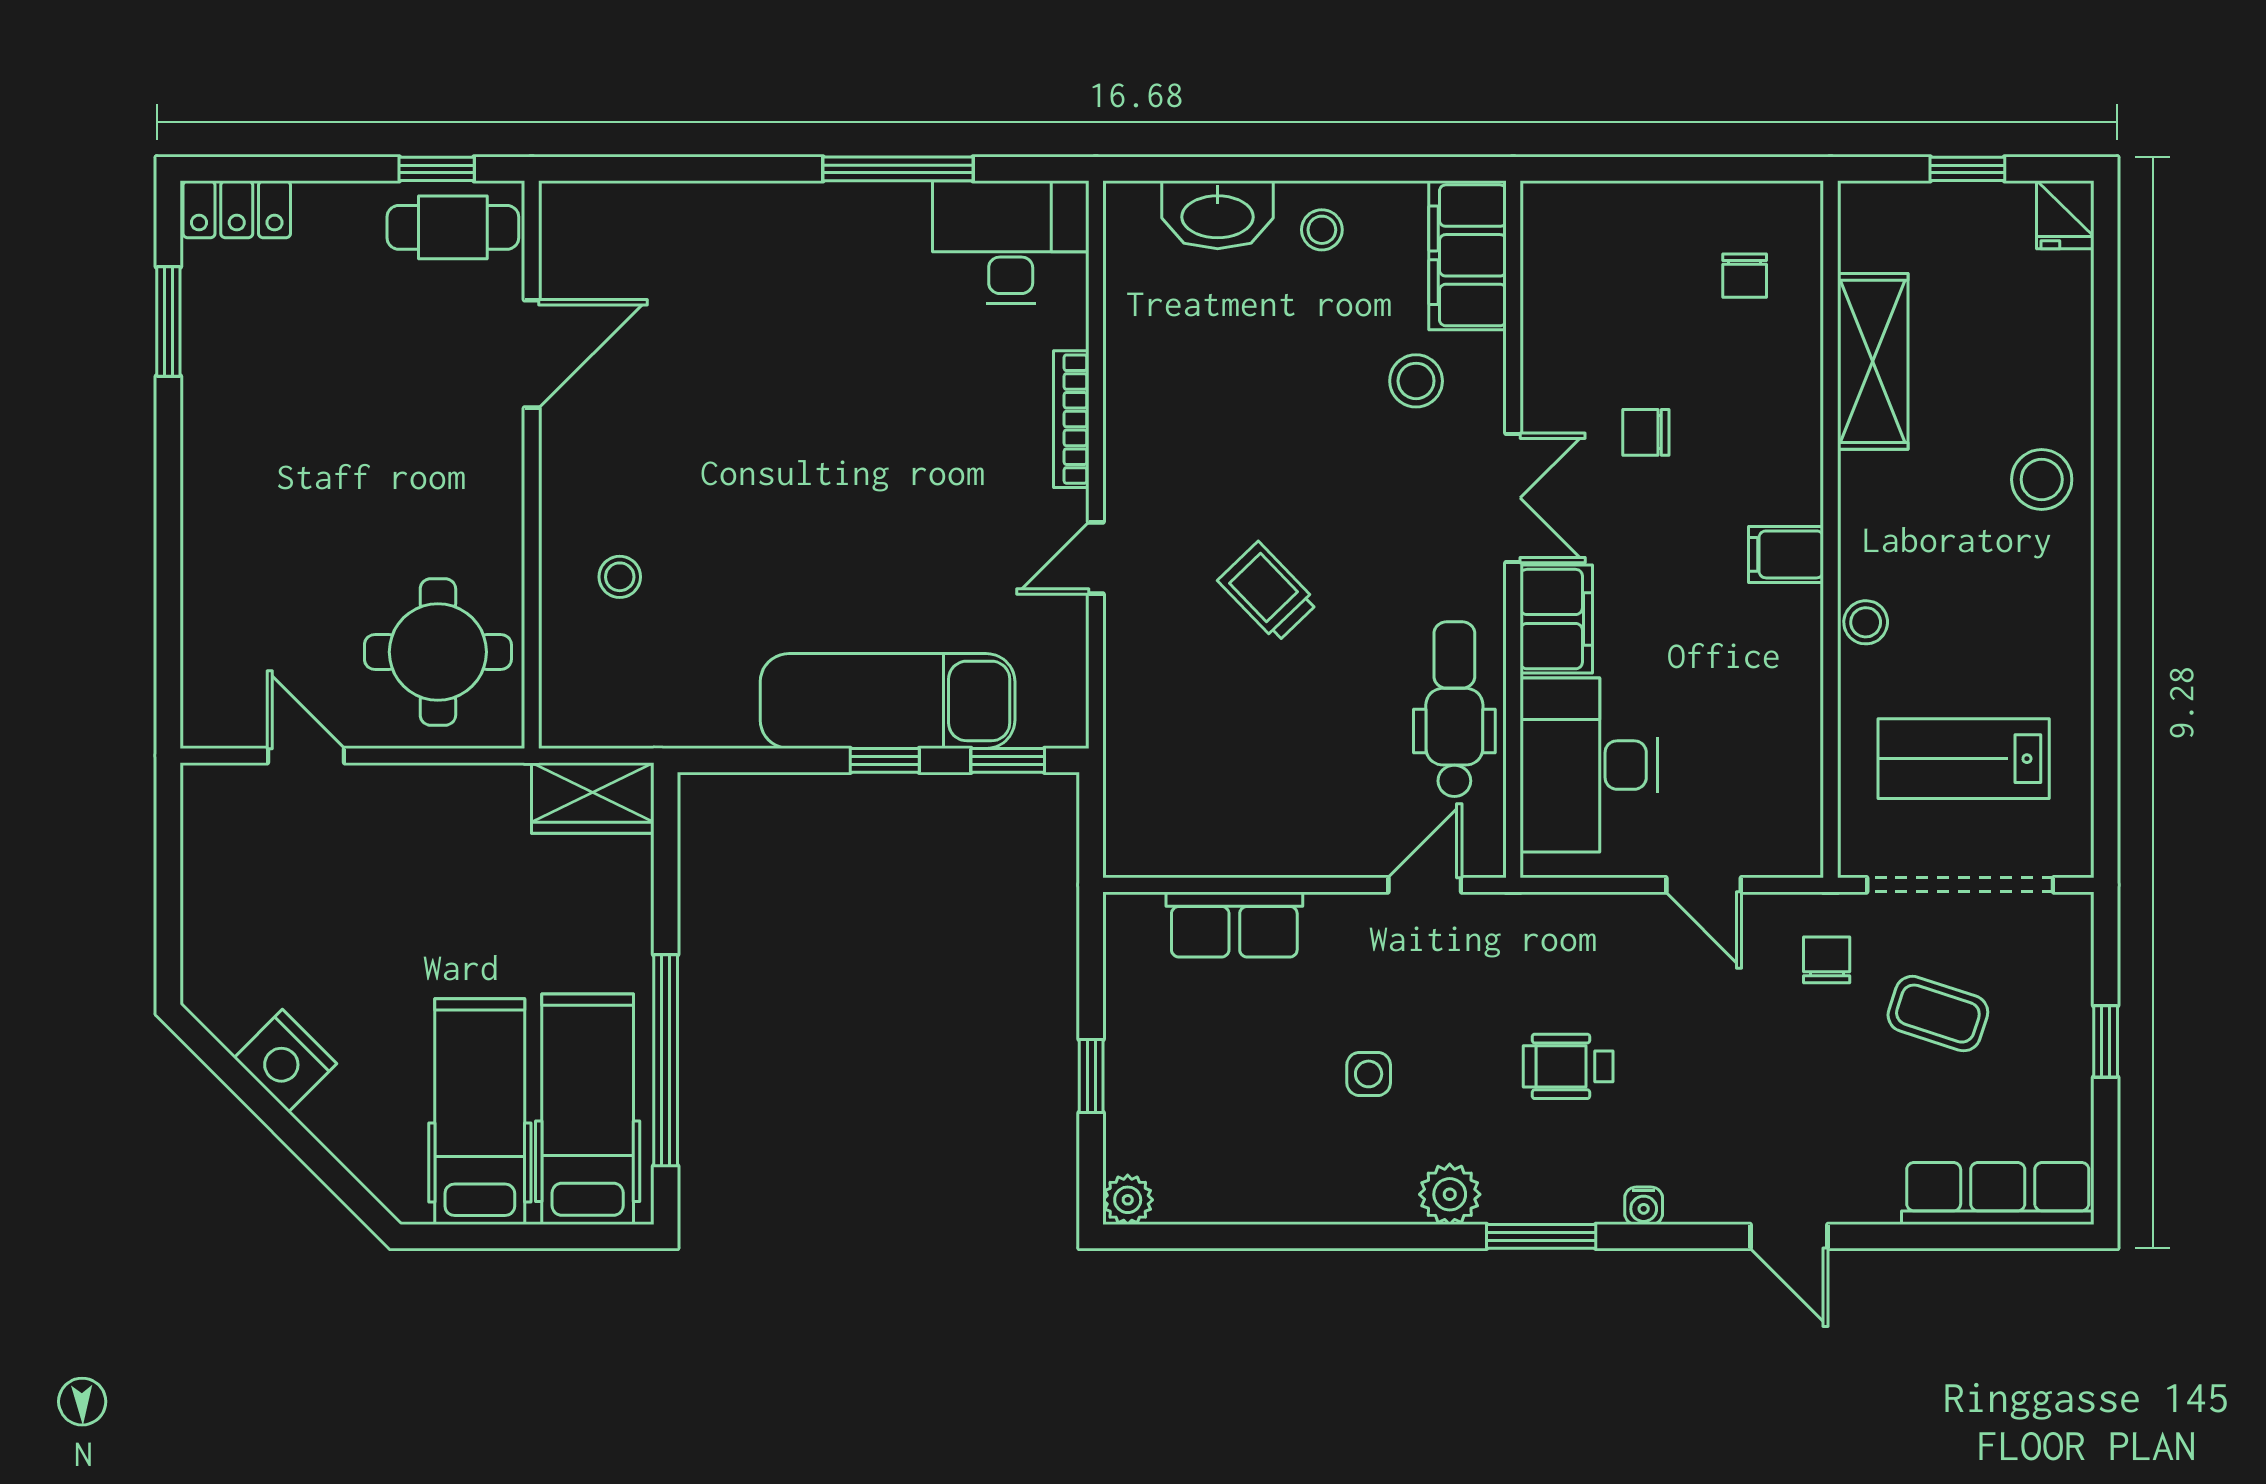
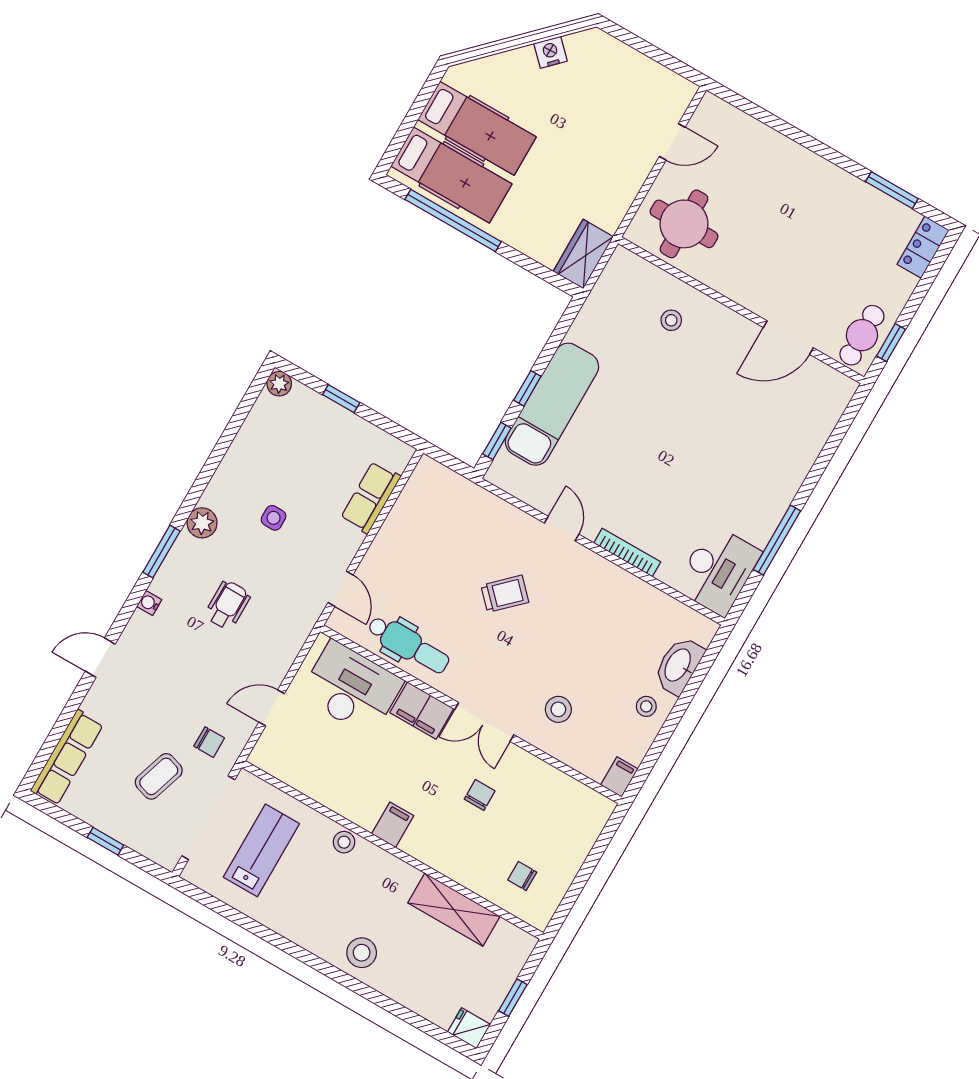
filing cabinet: (1467, 255) -> (619, 777), width x0.33, depth x0.86
door: (532, 354) -> (788, 338), hinge flipped
nightstand: (285, 1061) -> (551, 52), width x0.74, depth x0.75

